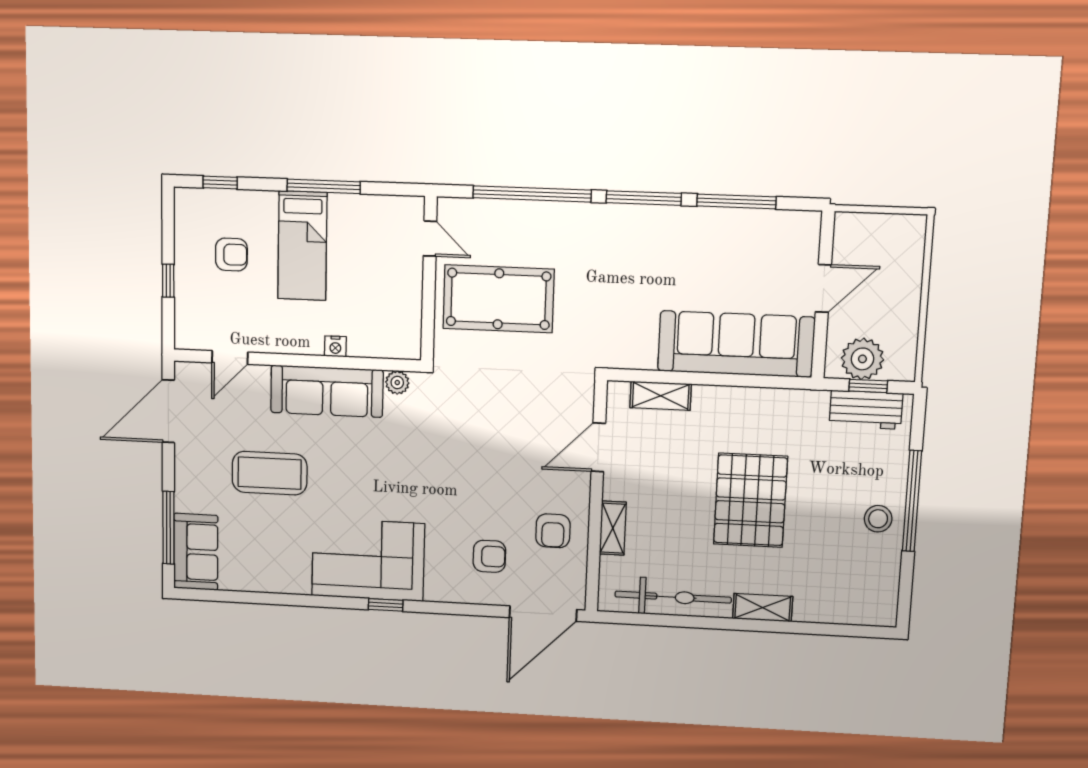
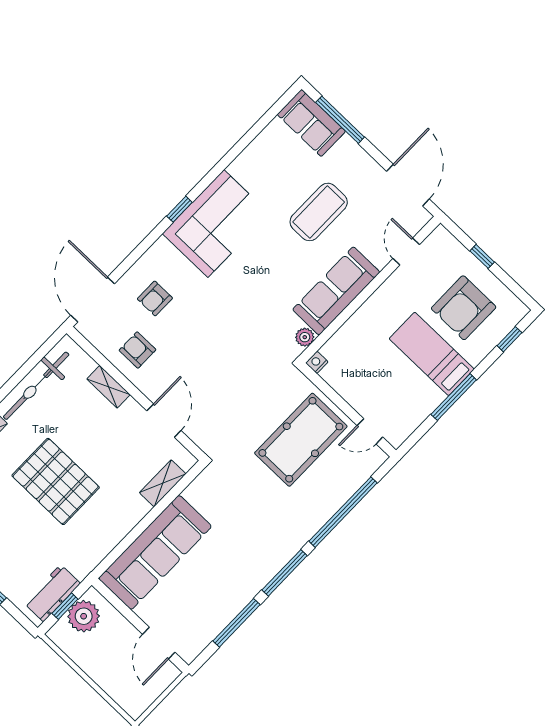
armchair: (231, 255) -> (464, 308), width x1.88, depth x1.88
door: (823, 288) -> (159, 643), moved
nightstand: (335, 346) -> (317, 362), moved

